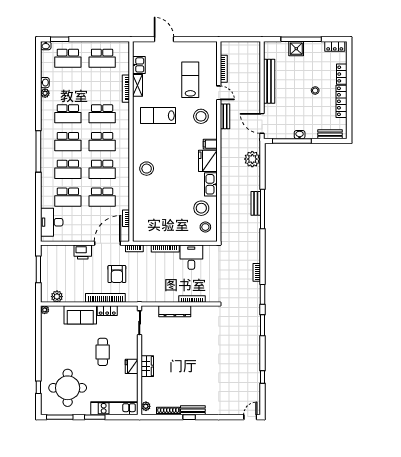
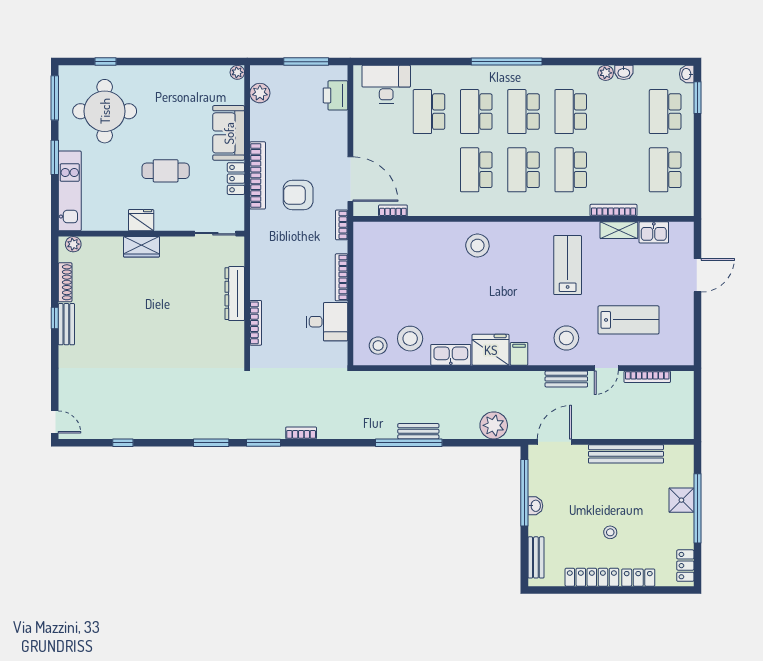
school desk: (102, 197) -> (429, 170), removed
printer: (83, 252) -> (335, 95), moved

